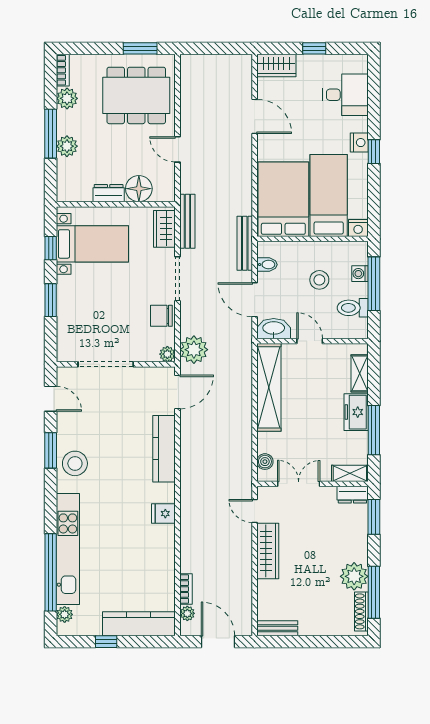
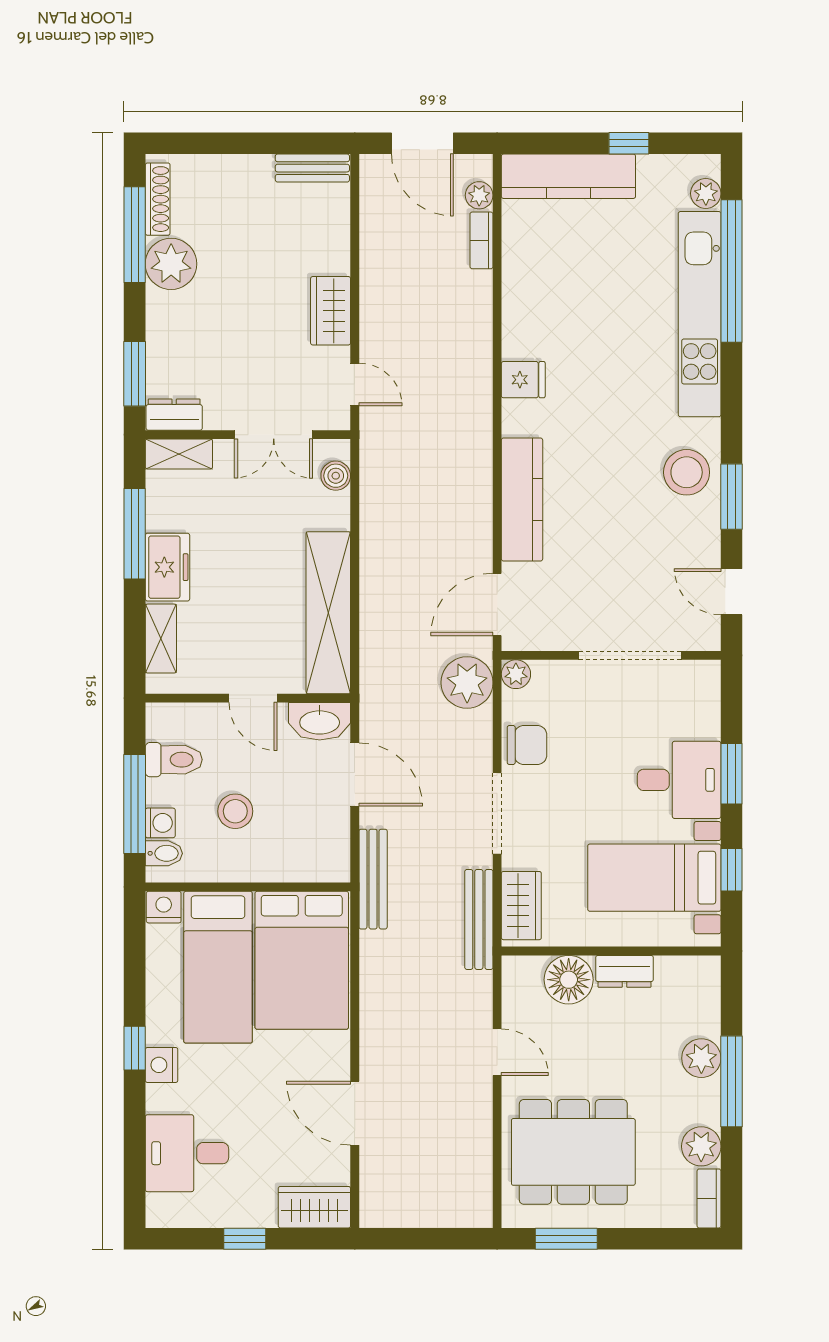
bidet: (267, 265) -> (164, 853), moved, turned 180
desk: (79, 297) -> (679, 780), added
wardrobe: (268, 551) -> (331, 311), width x0.67

